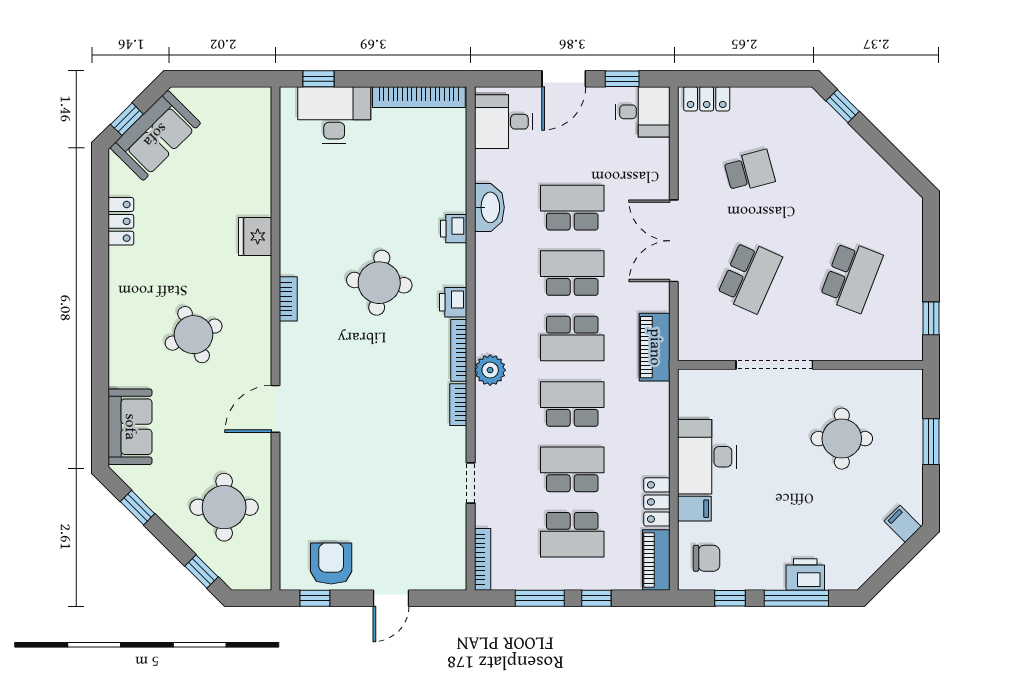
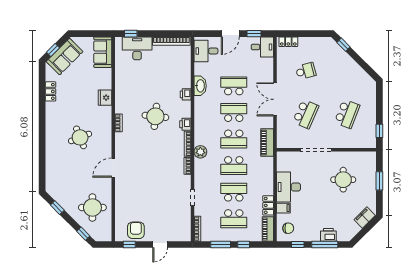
school desk: (572, 404) -> (234, 166), turned 180
sofa: (130, 427) -> (103, 52), moved, turned 180
filing cabinet: (903, 524) -> (365, 218), width x2.00

